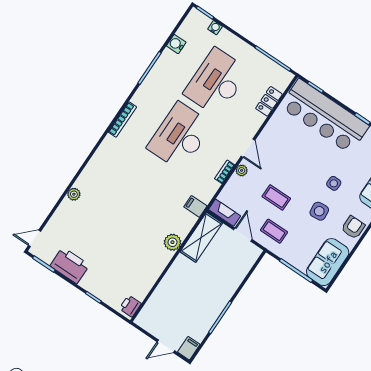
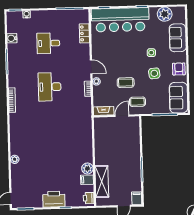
desk: (216, 82) -> (48, 43), width x0.53, depth x0.77
desk: (180, 136) -> (50, 87), width x0.73, depth x0.77
filing cabinet: (195, 206) -> (87, 180), moved
door: (243, 235) -> (122, 116), hinge flipped
shelving: (201, 237) -> (102, 182), moved
plant: (172, 242) -> (87, 169), moved
printer: (70, 265) -> (54, 199), moved

